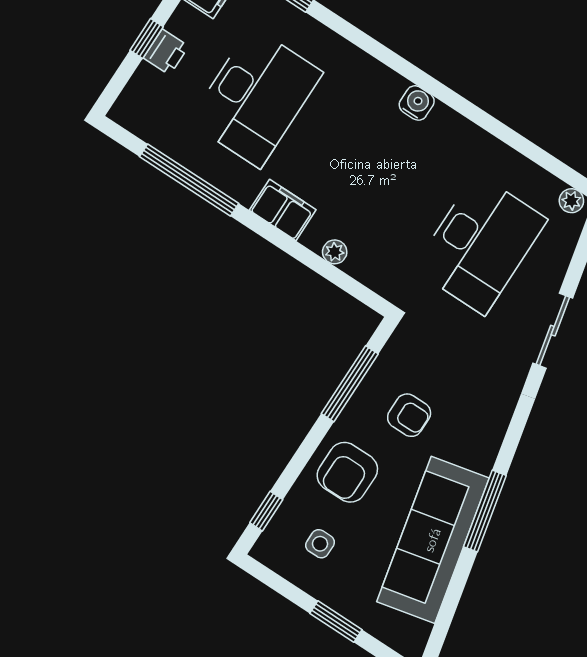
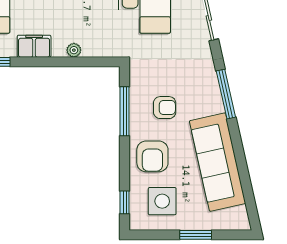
window: (485, 511) -> (226, 94), moved
side table: (320, 544) -> (162, 201), width x1.87, depth x1.87

